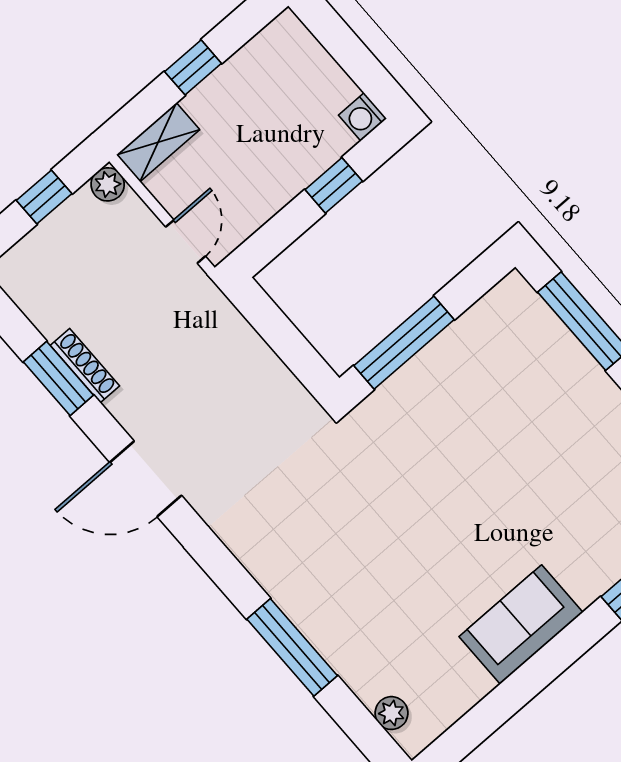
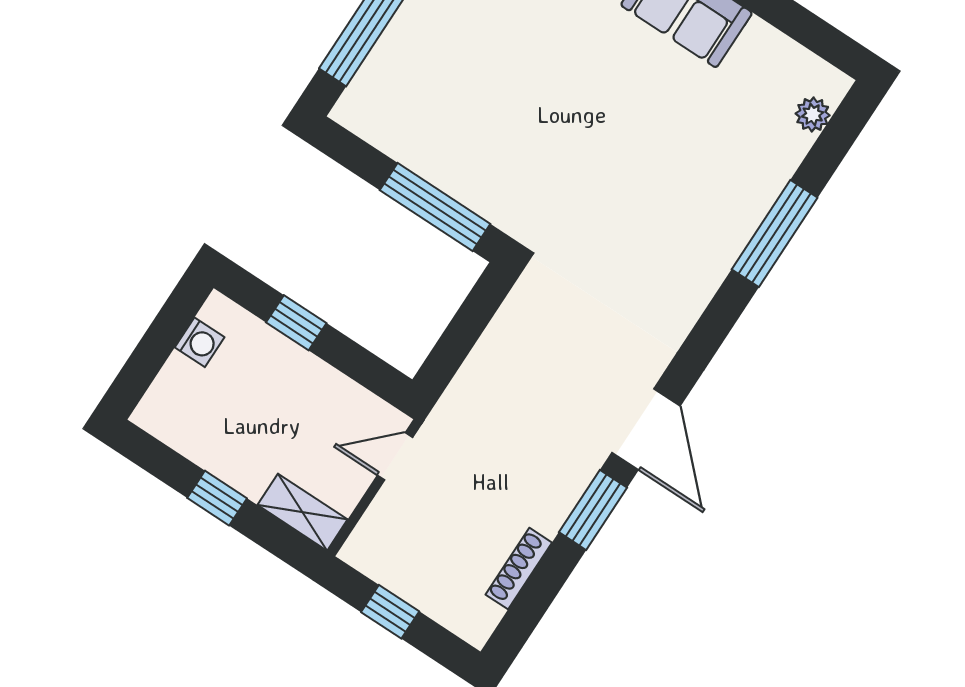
washing machine: (363, 117) -> (200, 342), moved
plant: (108, 184) -> (359, 551), removed
shoe rack: (85, 366) -> (519, 569), moved
window: (58, 379) -> (593, 510), moved

